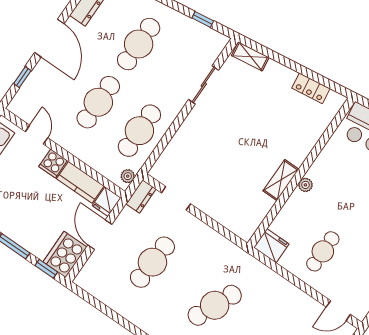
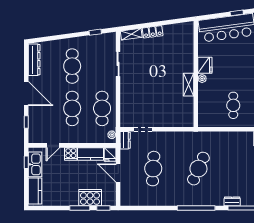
locker: (311, 88) -> (153, 32), moved
door: (37, 135) -> (53, 145), swing flipped
fridge: (271, 246) -> (205, 65), moved, turned 90
cooker: (65, 255) -> (90, 198), moved, turned 90

